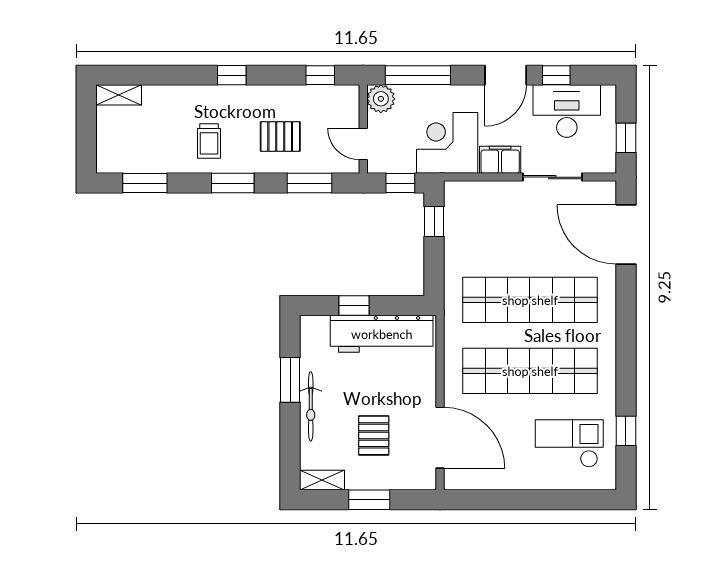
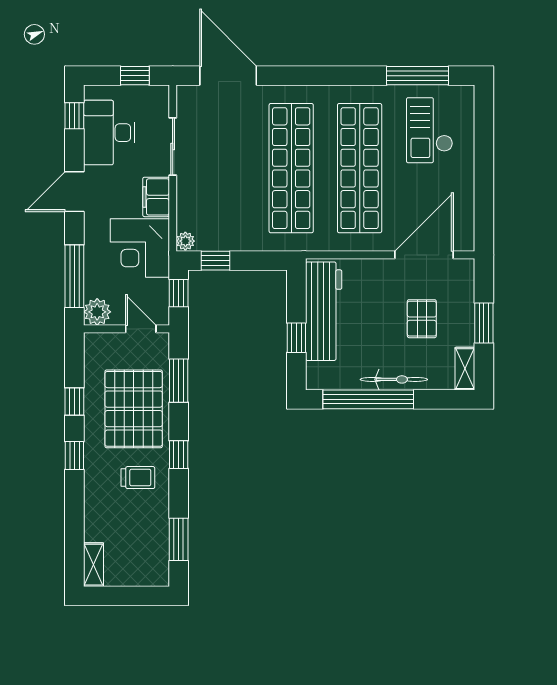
window: (320, 75) -> (74, 402), moved
door: (506, 75) -> (74, 192), swing flipped
window: (556, 75) -> (74, 116), moved
pallet: (280, 137) -> (134, 409), width x2.05, depth x2.00
door: (363, 144) -> (141, 329), swing flipped
window: (233, 183) -> (179, 455), width x0.67
plant: (454, 190) -> (185, 241), added
door: (626, 235) -> (228, 76), swing flipped
window: (290, 380) -> (368, 399), width x2.11
window: (626, 431) -> (417, 76), width x2.17
pallet: (374, 435) -> (422, 319), turned 90

